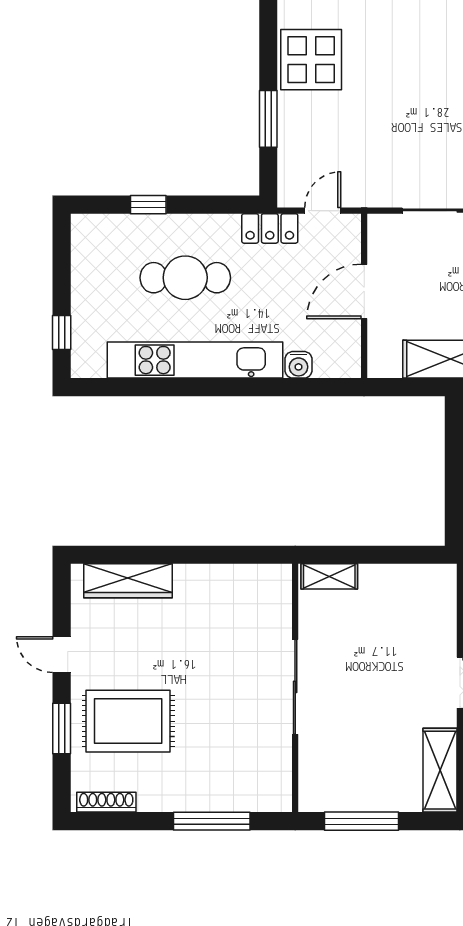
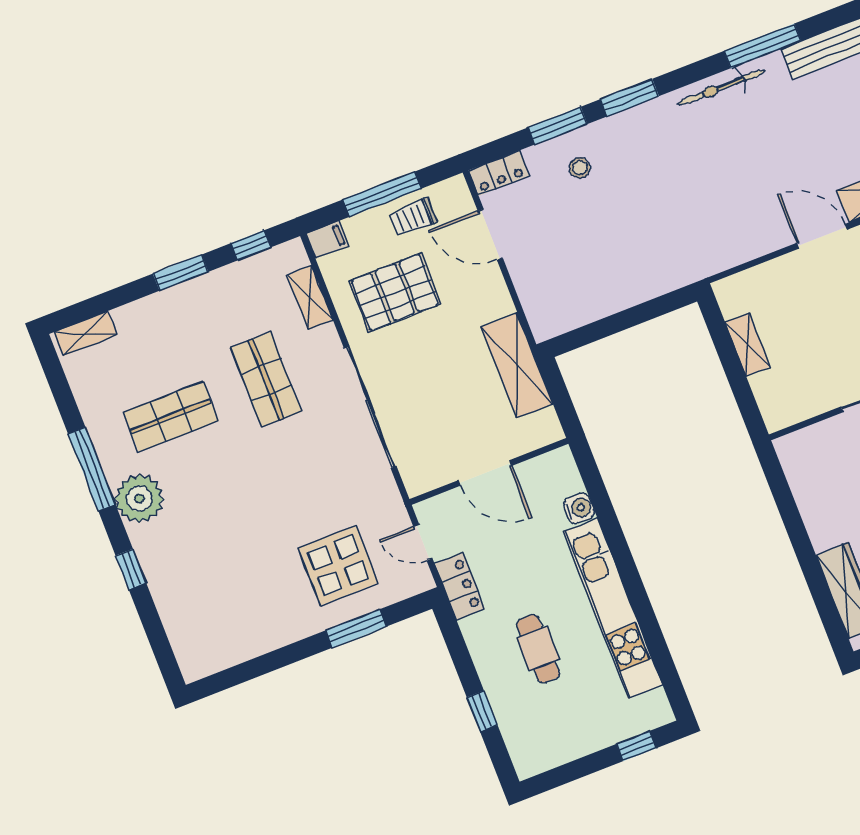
display table: (311, 60) -> (338, 565), moved
cafe table: (185, 278) -> (538, 649), width x0.73, depth x0.74
shelving: (329, 576) -> (748, 345), moved

